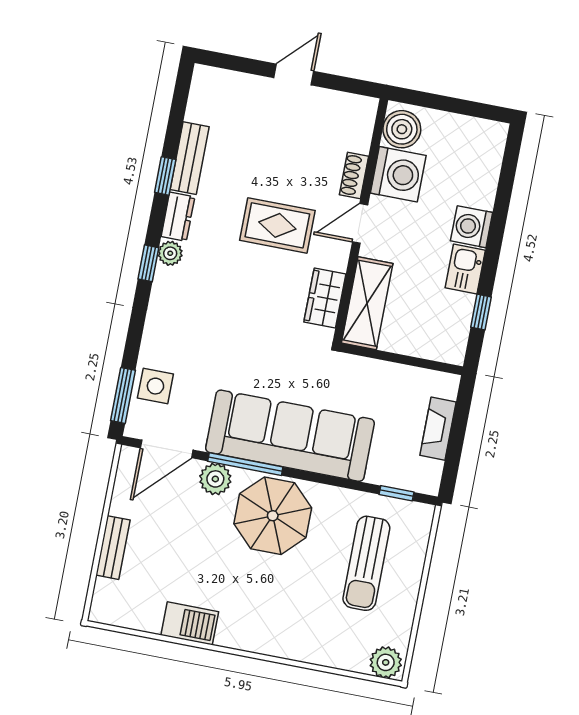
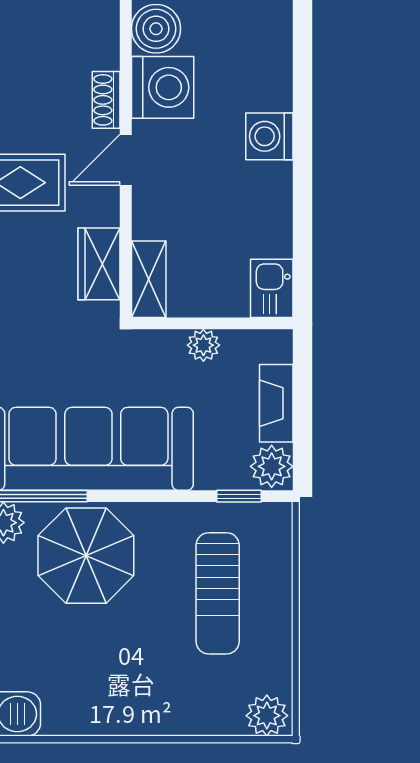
kitchen sink: (465, 269) -> (272, 288), moved
shelving: (367, 303) -> (149, 279), width x0.67, depth x0.75
window: (481, 312) -> (302, 243), removed
plant: (392, 374) -> (203, 345), added
plant: (425, 476) -> (272, 466), added

